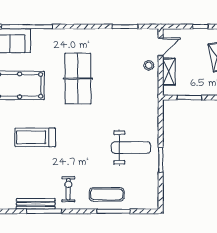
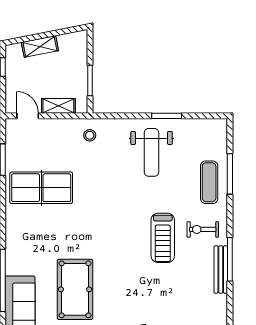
stool: (149, 65) -> (90, 135), moved
table tennis table: (78, 79) -> (41, 188), moved
treadmill: (35, 137) -> (163, 238), moved
weight bench: (131, 148) -> (151, 152), turned 180

